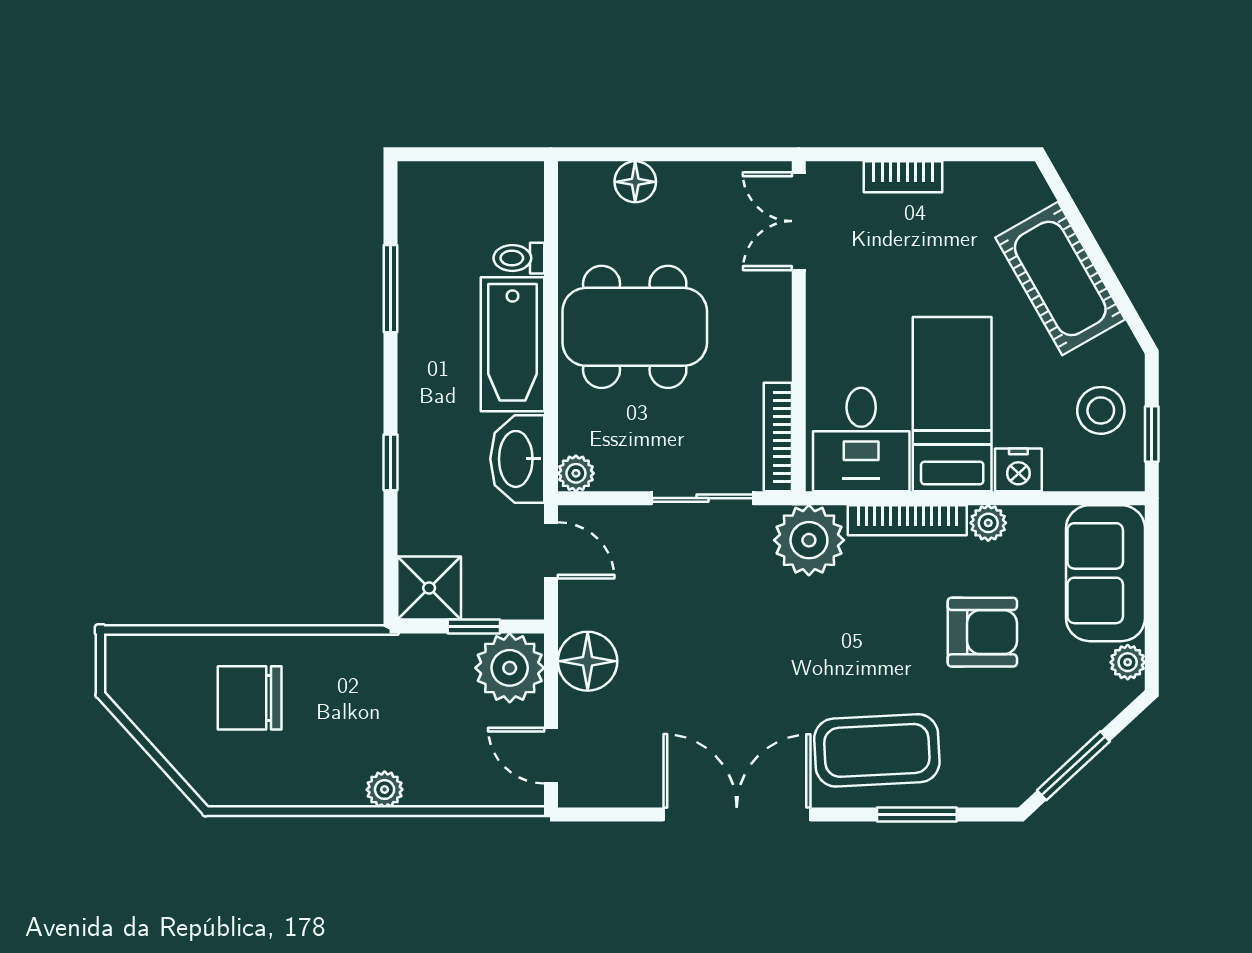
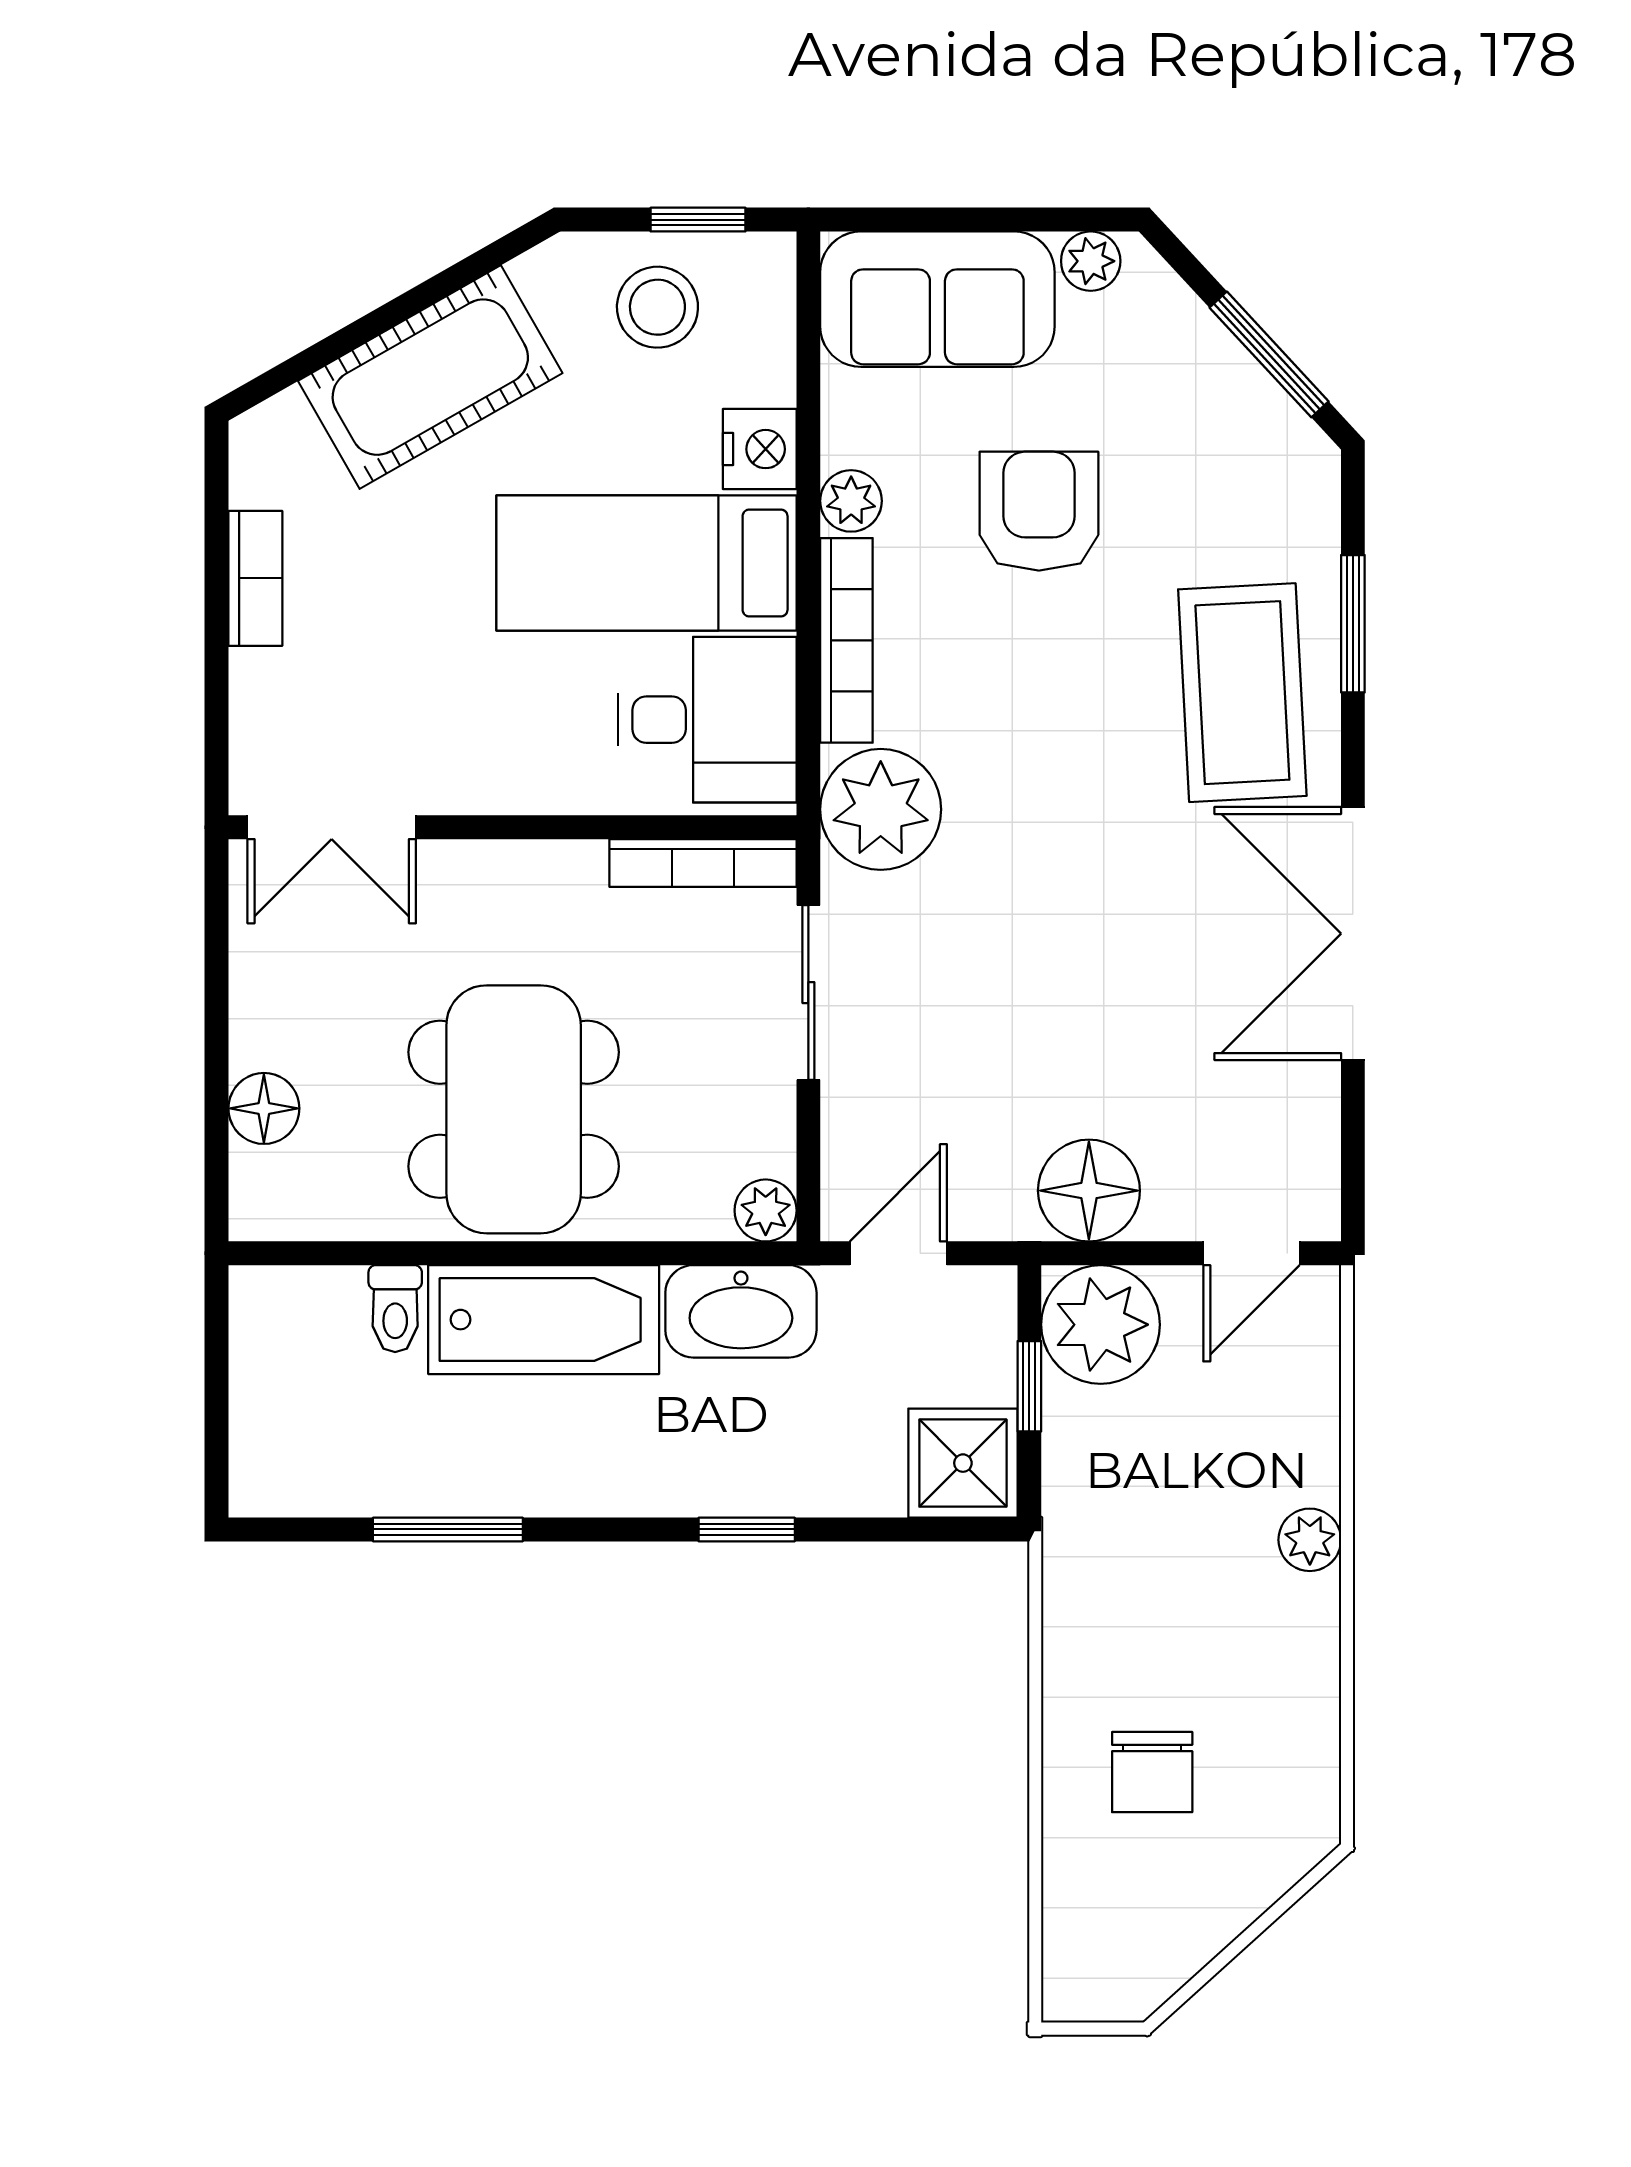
bookcase: (903, 177) -> (255, 578), moved
chair: (250, 698) -> (1152, 1772), width x0.73, depth x0.73

